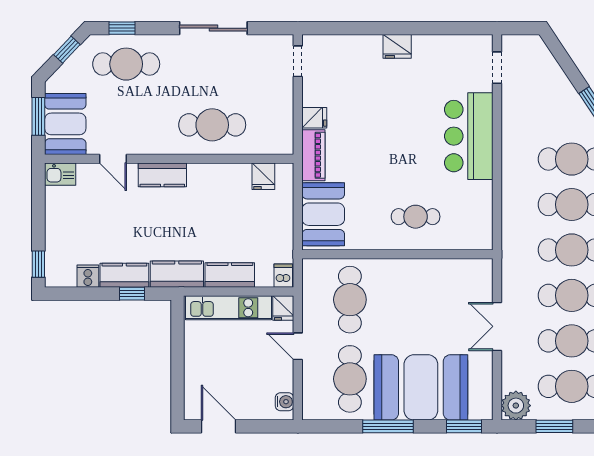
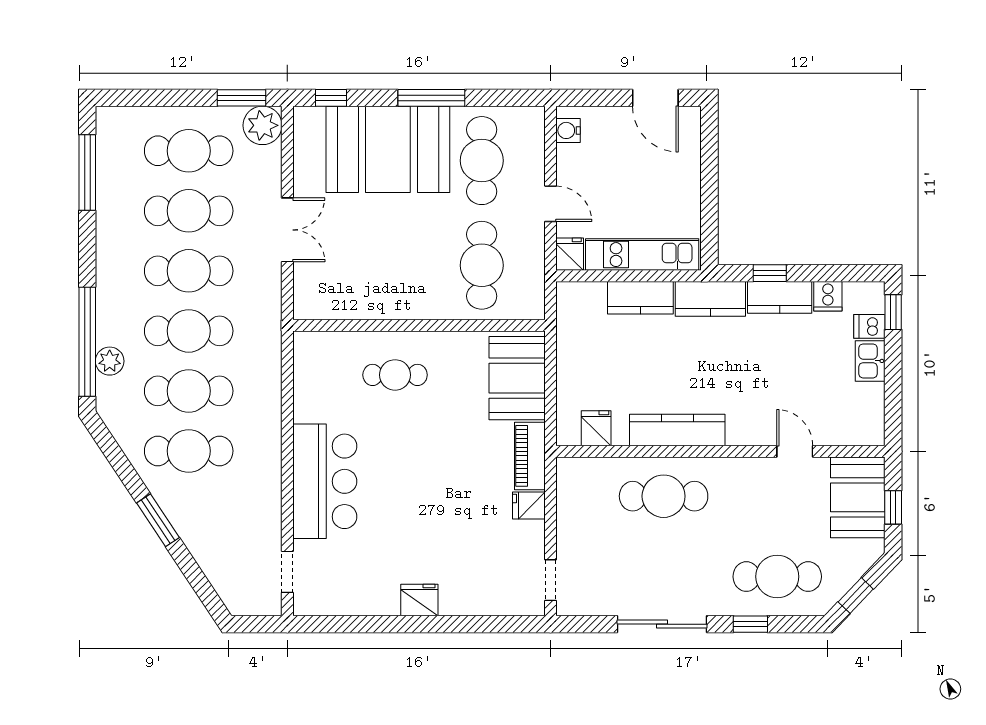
window: (122, 28) -> (750, 624), moved
window: (38, 116) -> (893, 507), width x0.67
kitchen sink: (60, 174) -> (870, 361), moved, turned -90
kitchen counter: (162, 175) -> (677, 430), moved, width x1.50
dishwasher: (283, 276) -> (869, 326), moved, turned 90
window: (464, 426) -> (331, 98), width x0.67
window: (554, 426) -> (242, 98), moved

